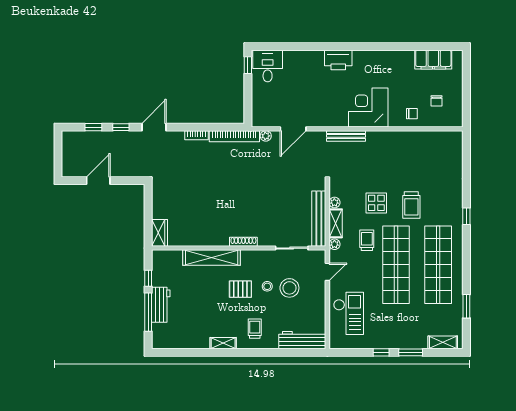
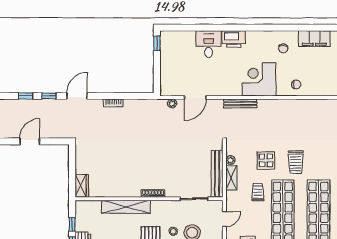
desk: (268, 66) -> (209, 44), moved
chair: (437, 101) -> (283, 48), moved
bookcase: (234, 136) -> (145, 104), removed
plant: (334, 244) -> (230, 196), removed

